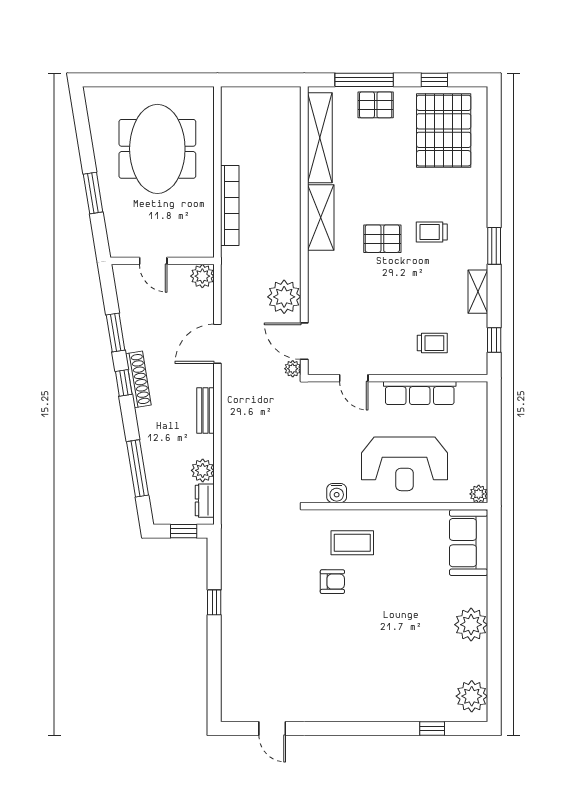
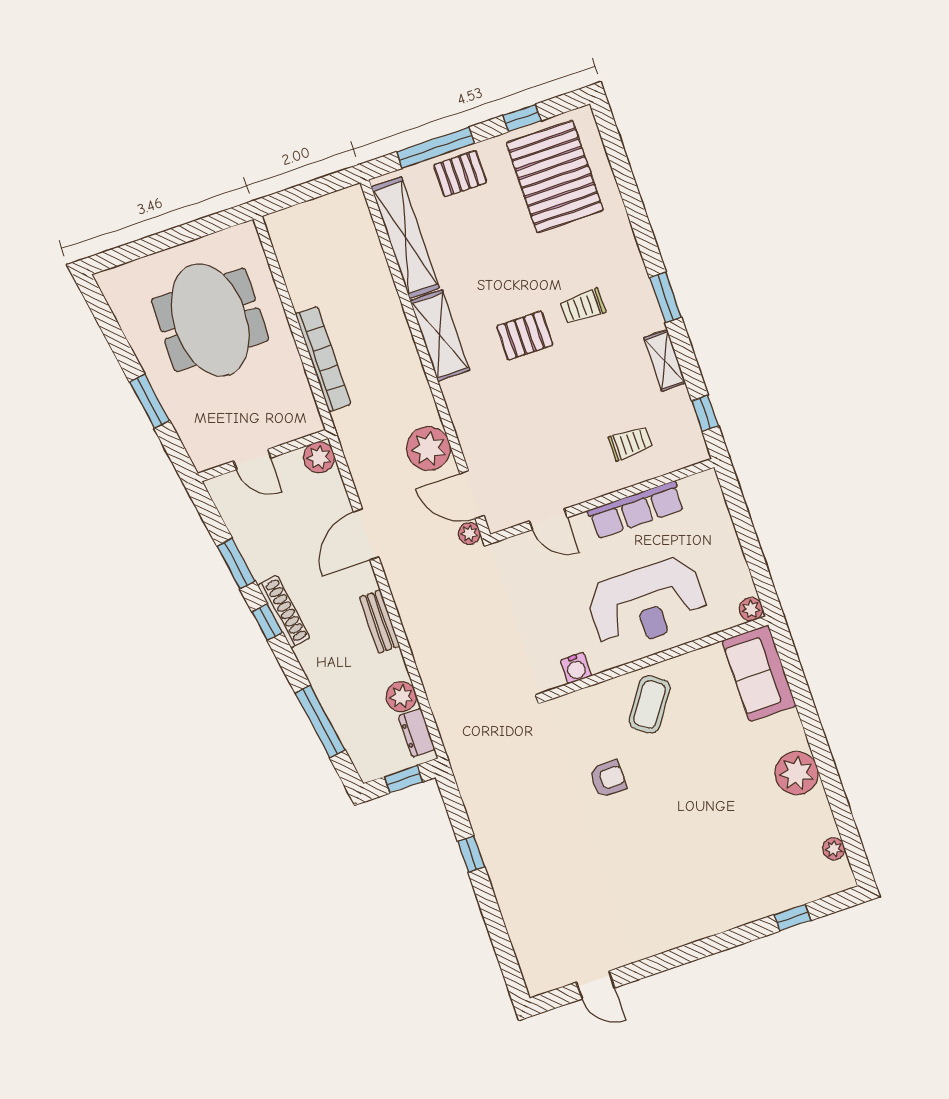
coffee table: (352, 543) -> (650, 704), moved, turned -55
plant: (472, 696) -> (834, 849), width x0.53, depth x0.53

